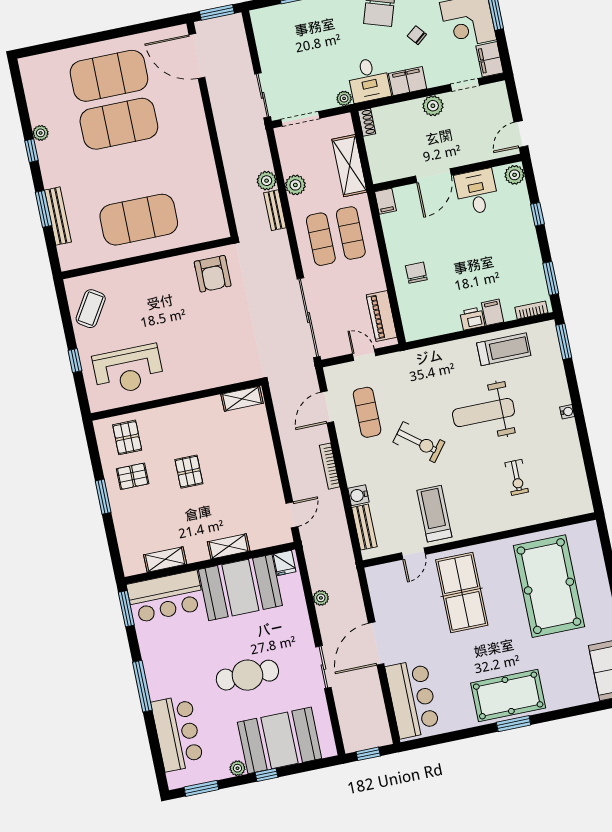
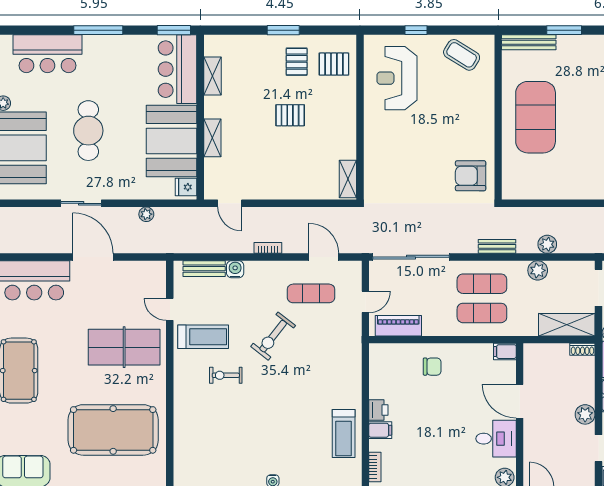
shelving: (349, 166) -> (567, 325), moved
bench: (275, 210) -> (497, 246), moved
bench: (58, 216) -> (529, 42), moved
weight bench: (483, 413) -> (288, 402), removed
bookcase: (330, 466) -> (268, 248), width x0.64
exercise bike: (517, 477) -> (226, 375), moved

